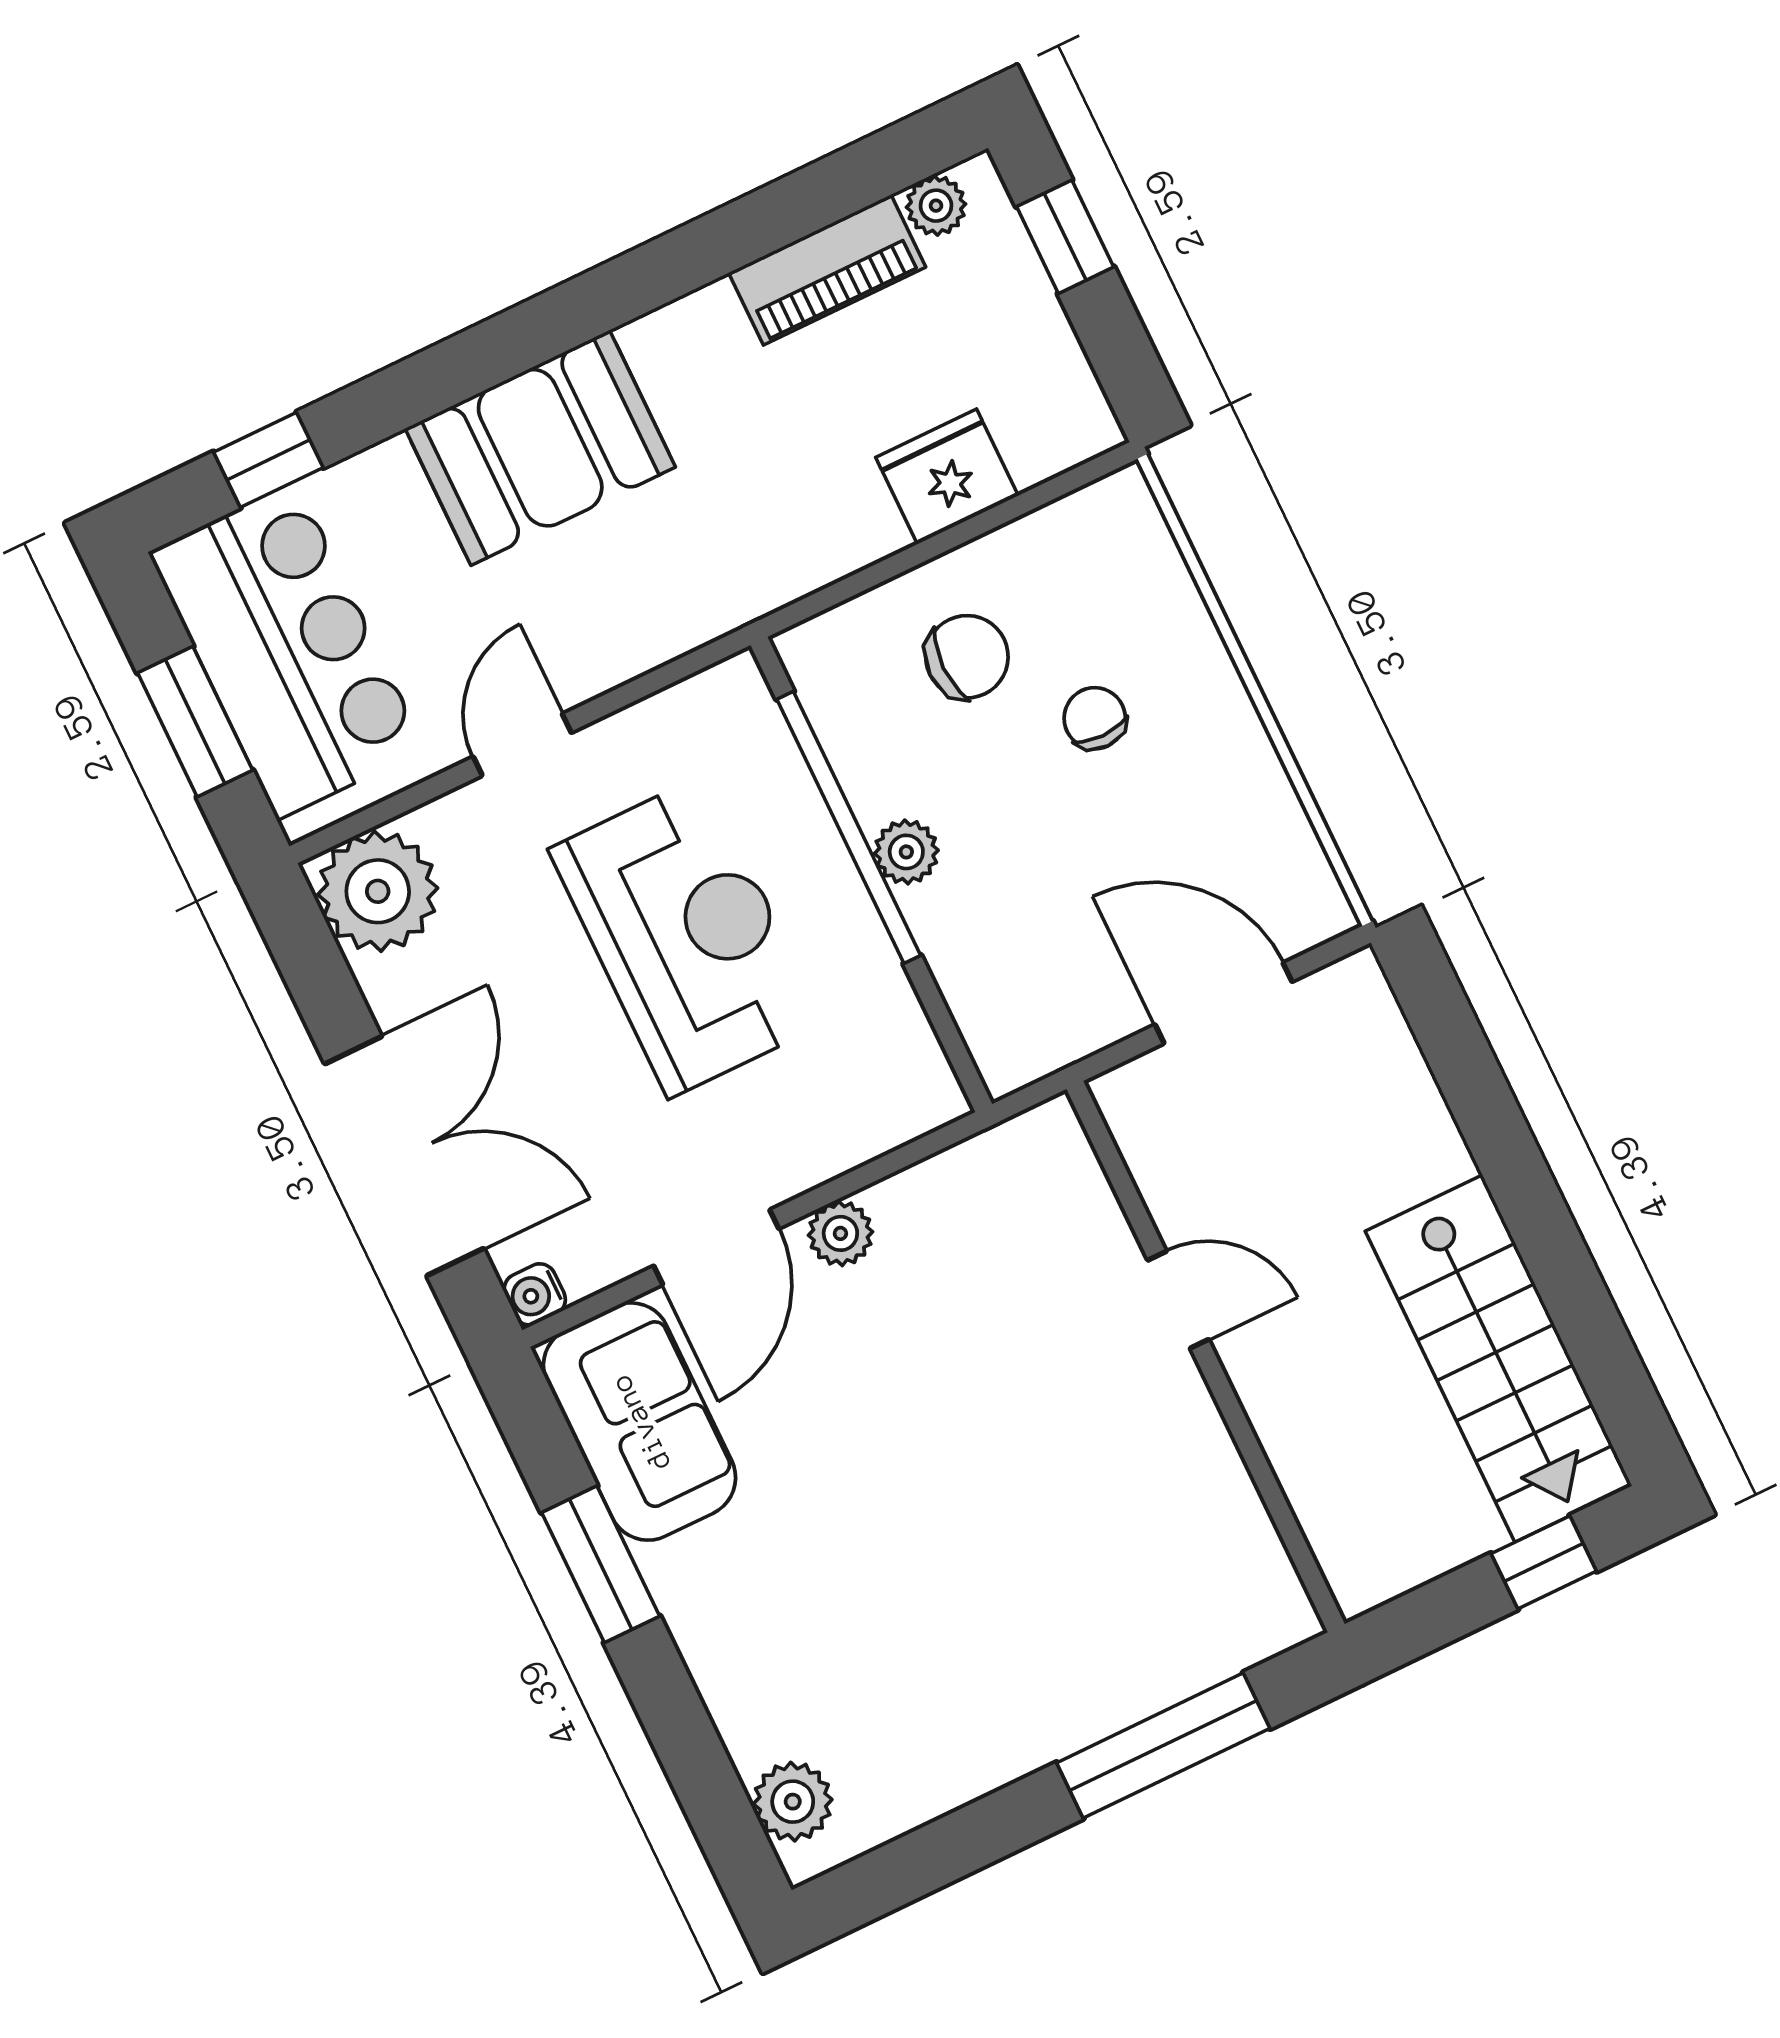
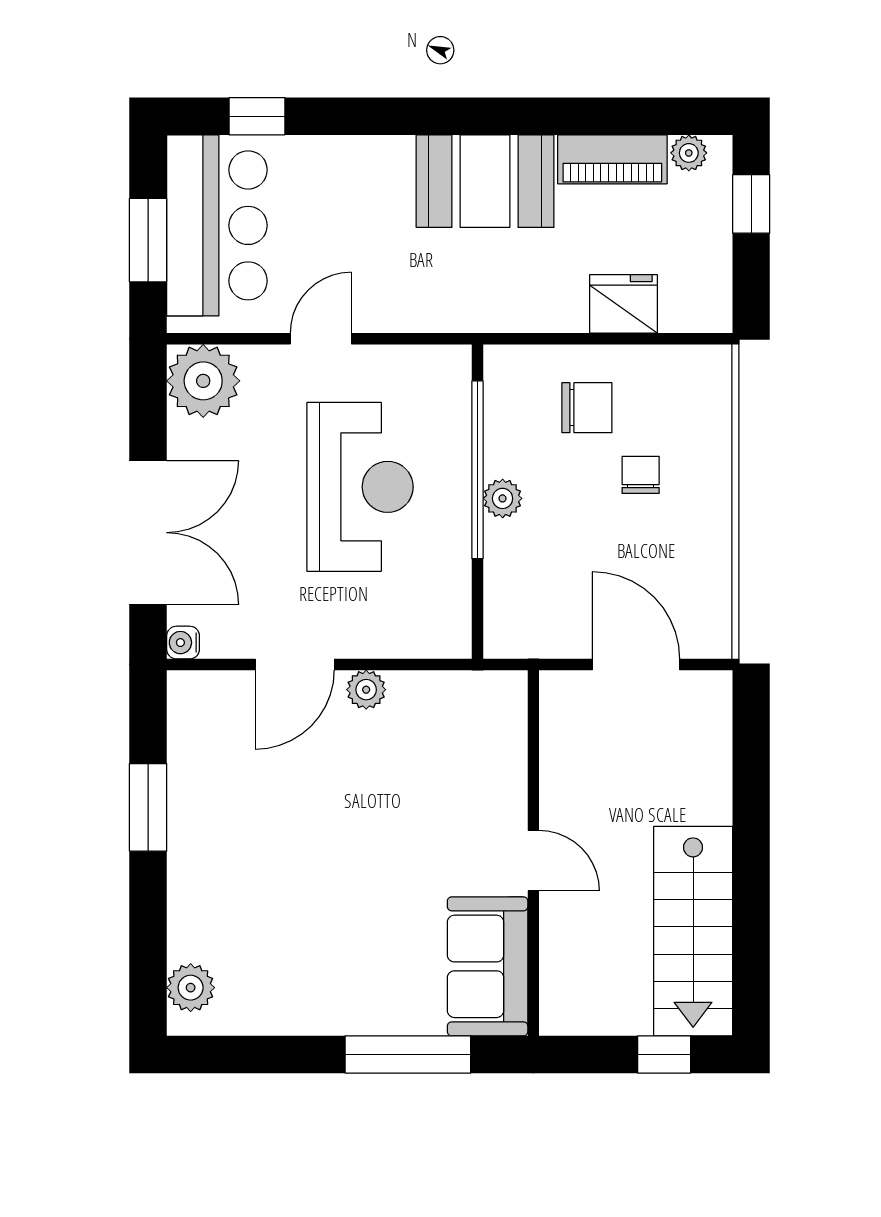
booth: (540, 448) -> (485, 181), moved
door: (1178, 1300) -> (533, 861), moved
sofa: (640, 1422) -> (488, 966), moved, turned 180

